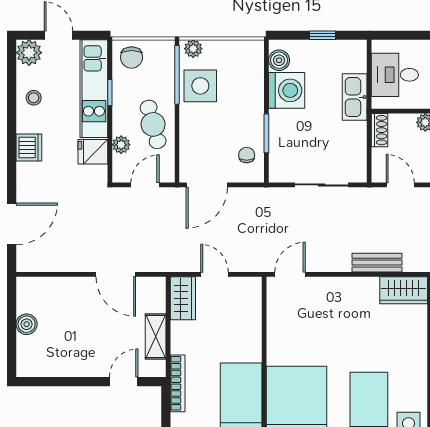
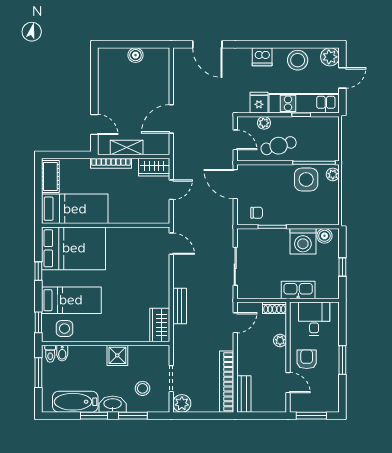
chair: (132, 57) -> (326, 130), removed
stool: (34, 98) -> (298, 60), width x1.89, depth x1.89
bookcase: (178, 383) -> (111, 163), moved

